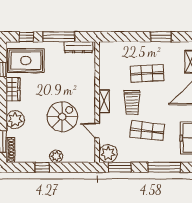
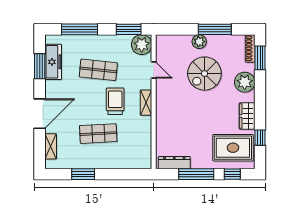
spiral stairs: (62, 117) -> (204, 74), moved
window: (42, 167) -> (215, 29), width x2.17

